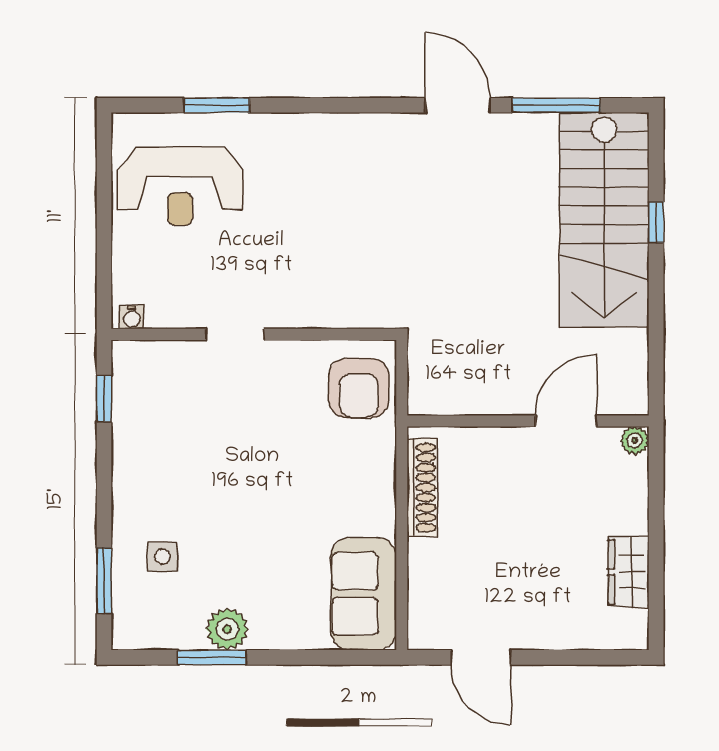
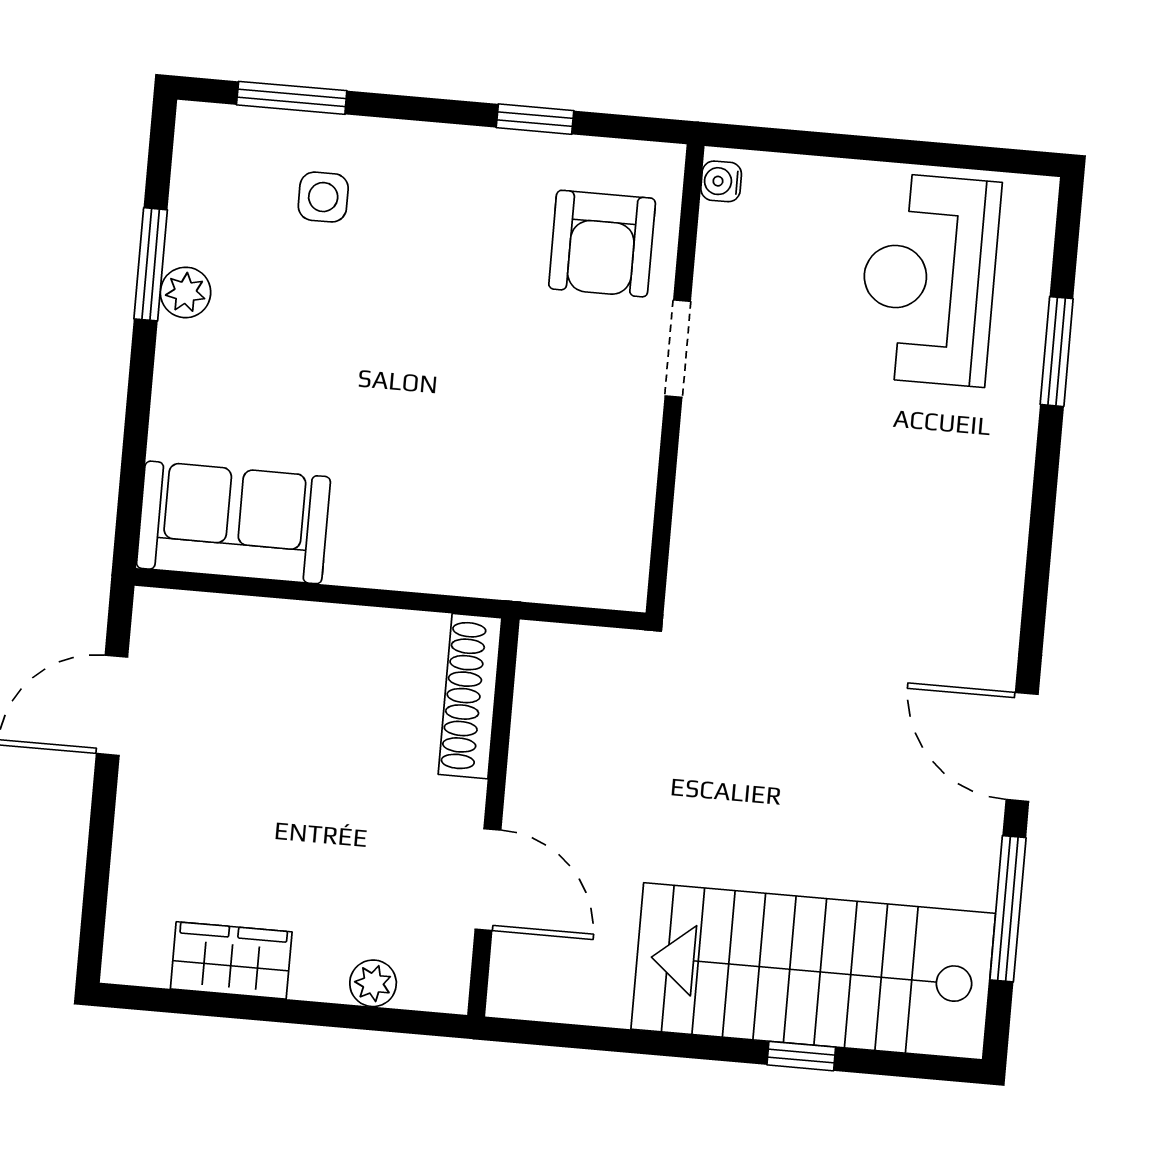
door: (458, 105) -> (1022, 747), swing flipped
armchair: (359, 388) -> (602, 244), moved, turned -90
window: (104, 399) -> (535, 119), moved
plant: (635, 441) -> (373, 983), moved
shoe rack: (422, 488) -> (470, 696), moved, turned 90
plant: (227, 629) -> (185, 292), width x0.73, depth x0.73

